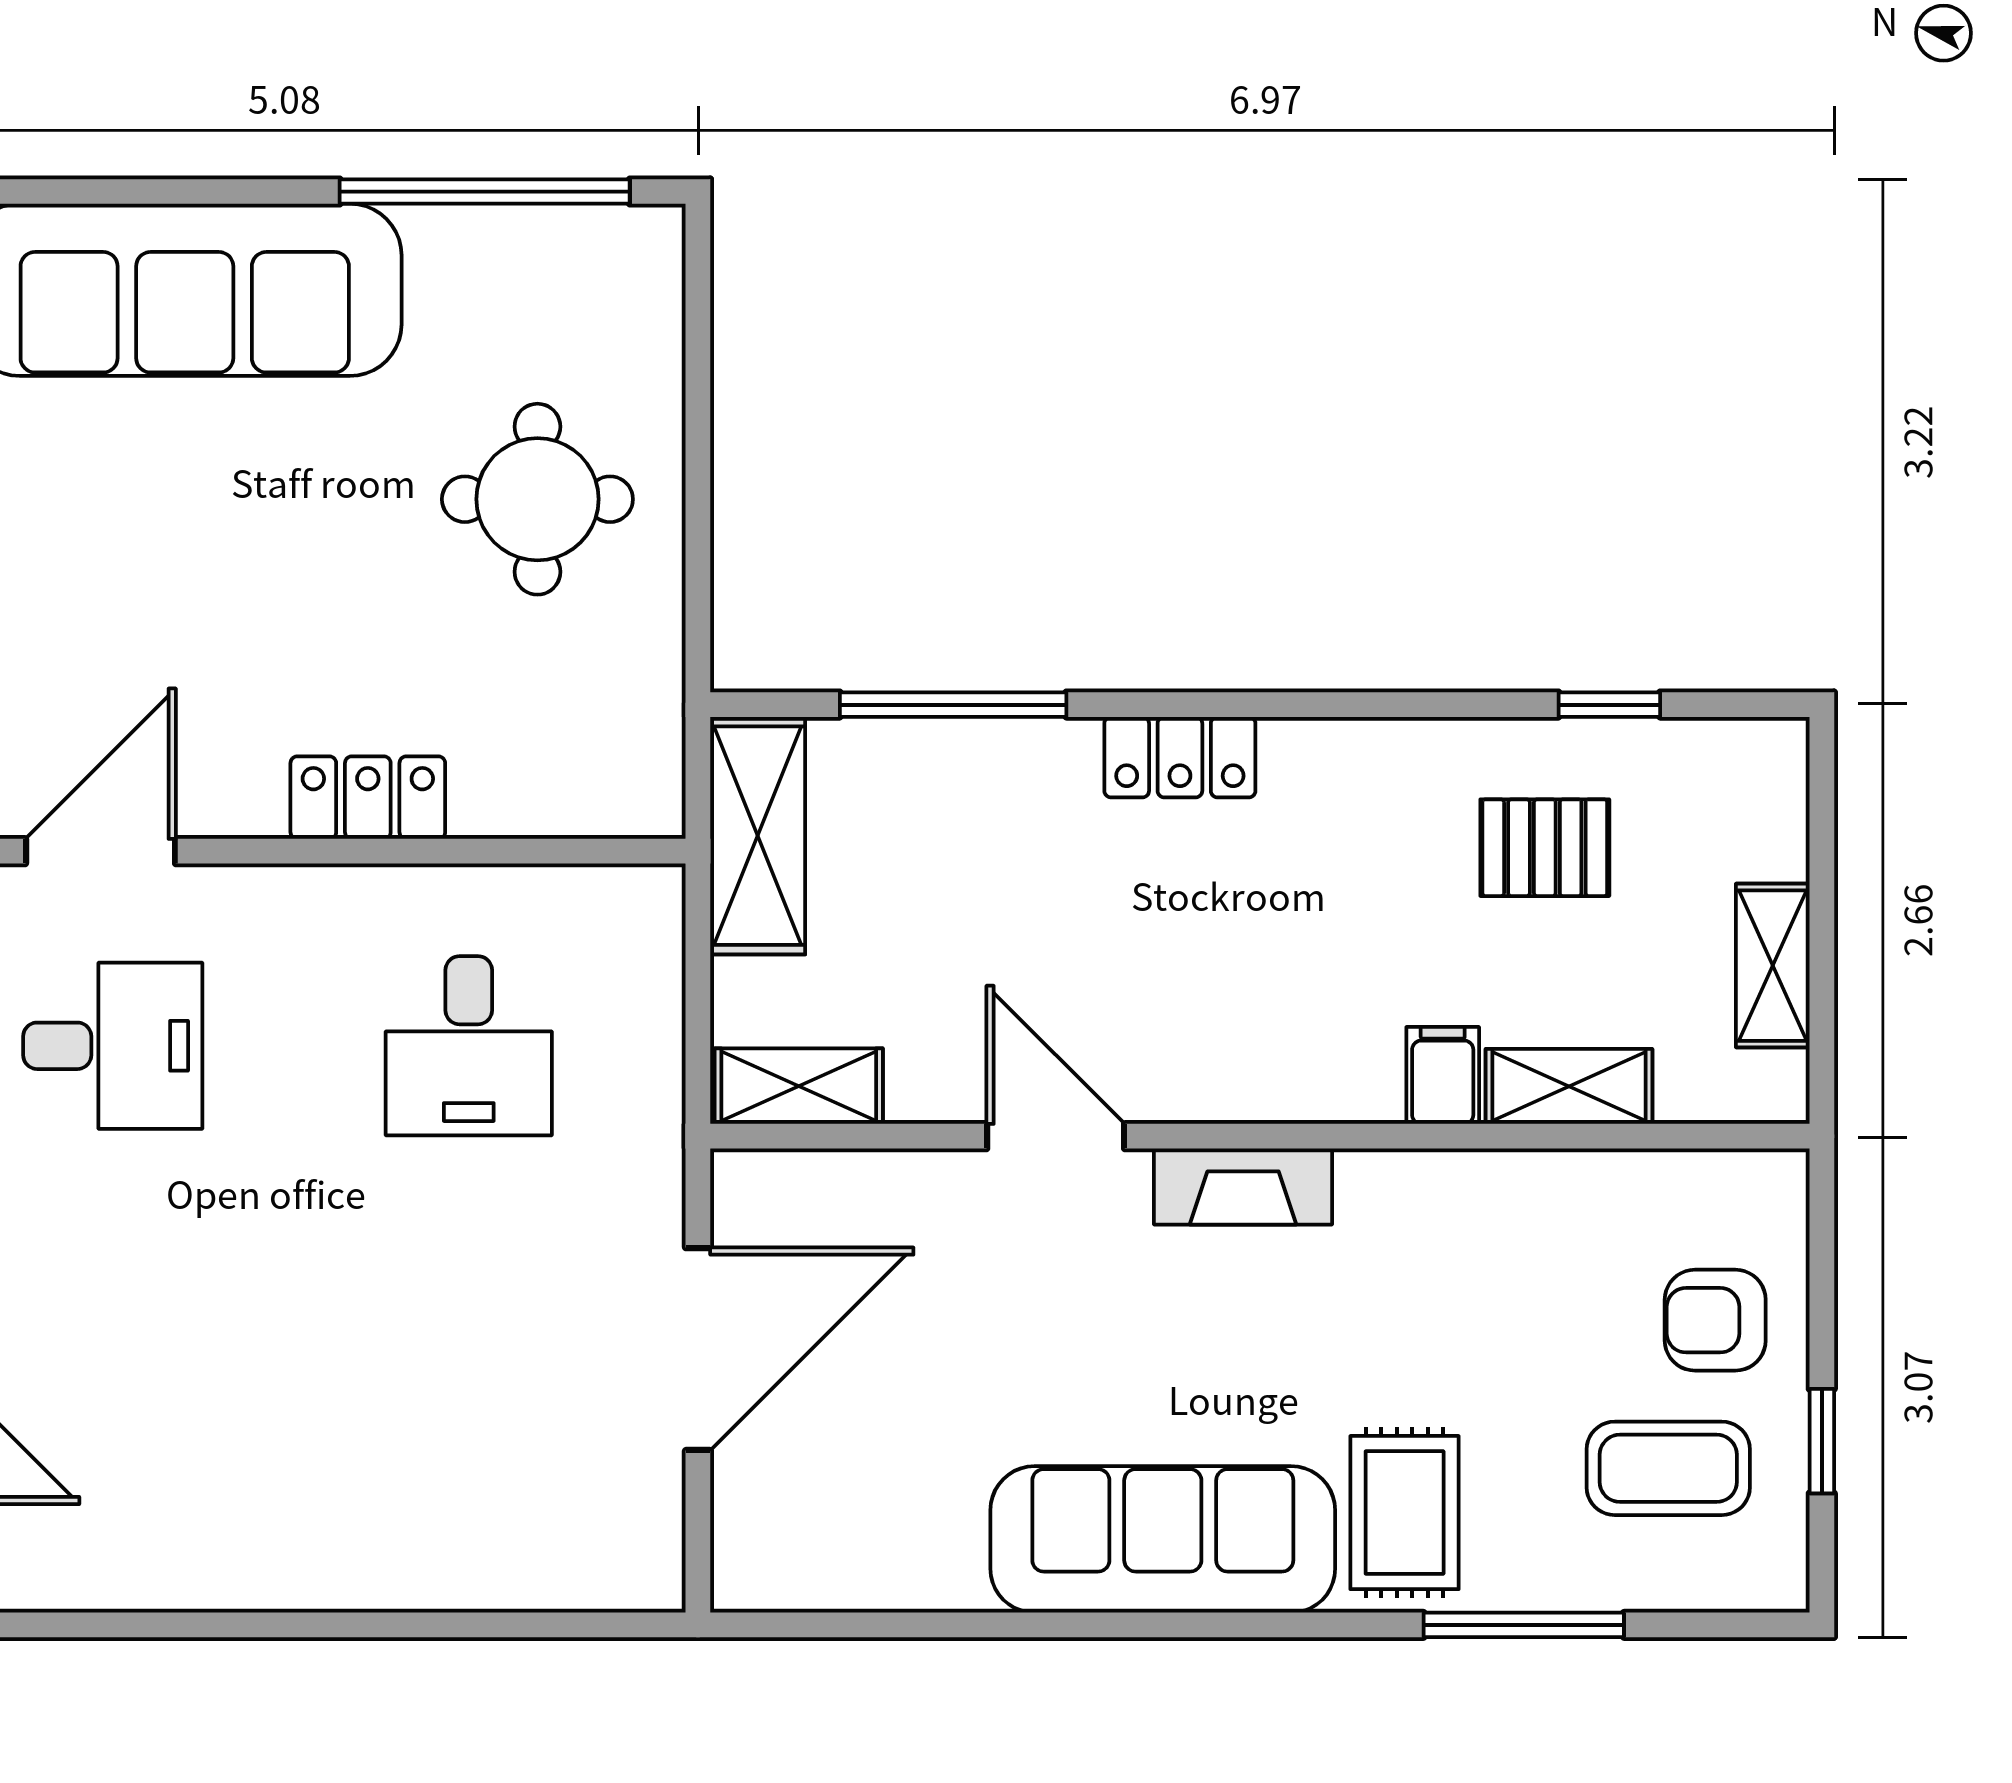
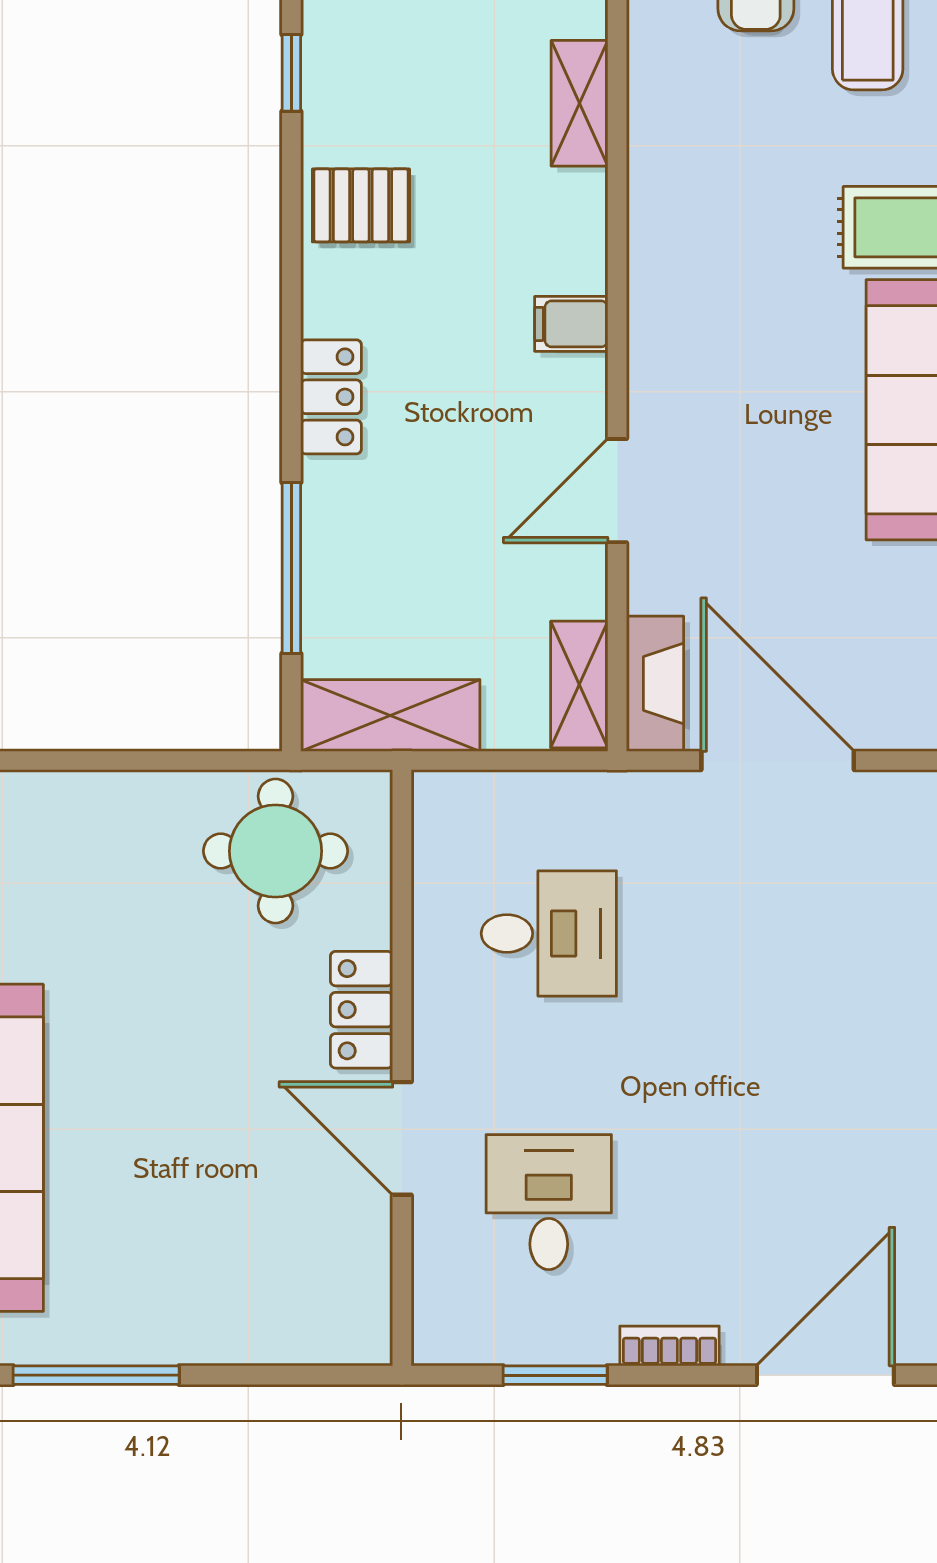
round table: (537, 499) -> (275, 851), moved
pallet: (1545, 848) -> (361, 205), moved, turned 90
door: (101, 851) -> (402, 1138), moved
filing cabinet: (1443, 1075) -> (571, 324), moved
fireplace: (1243, 1186) -> (655, 683), moved

